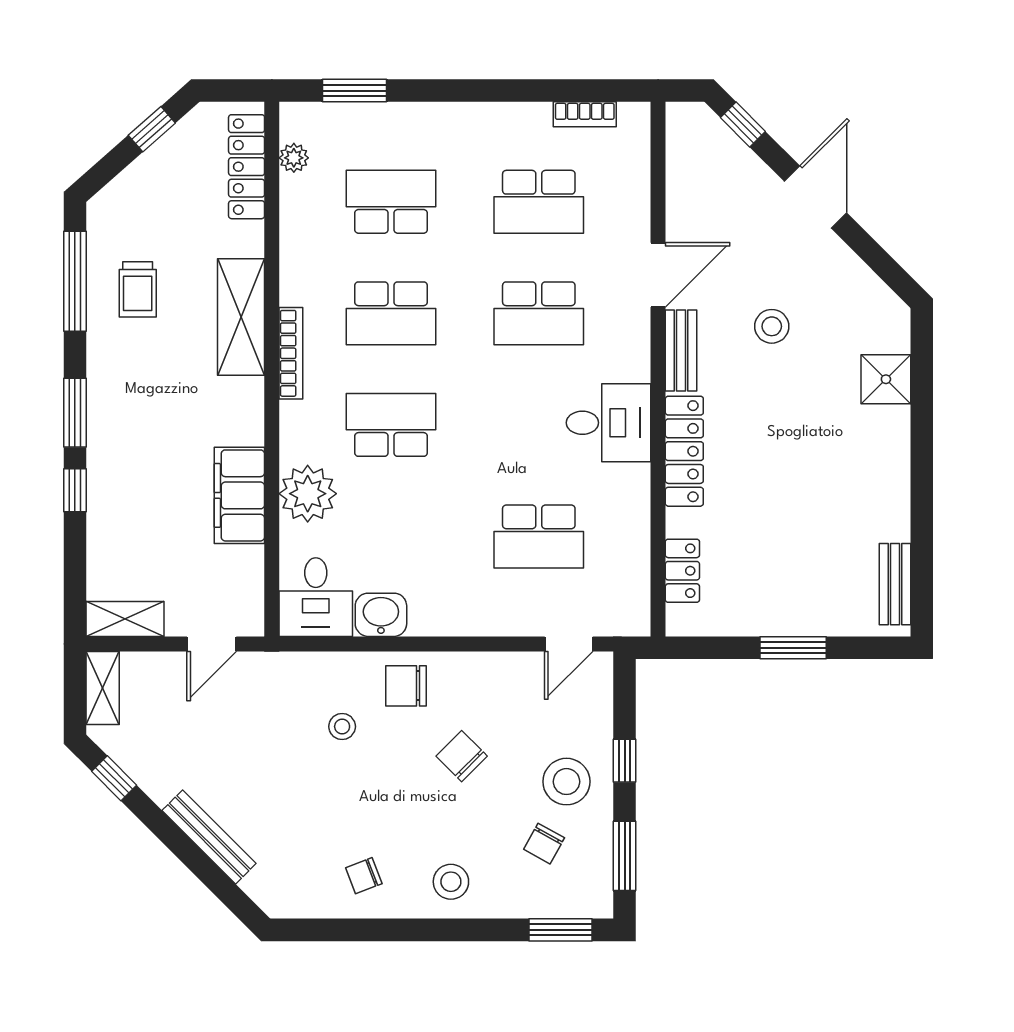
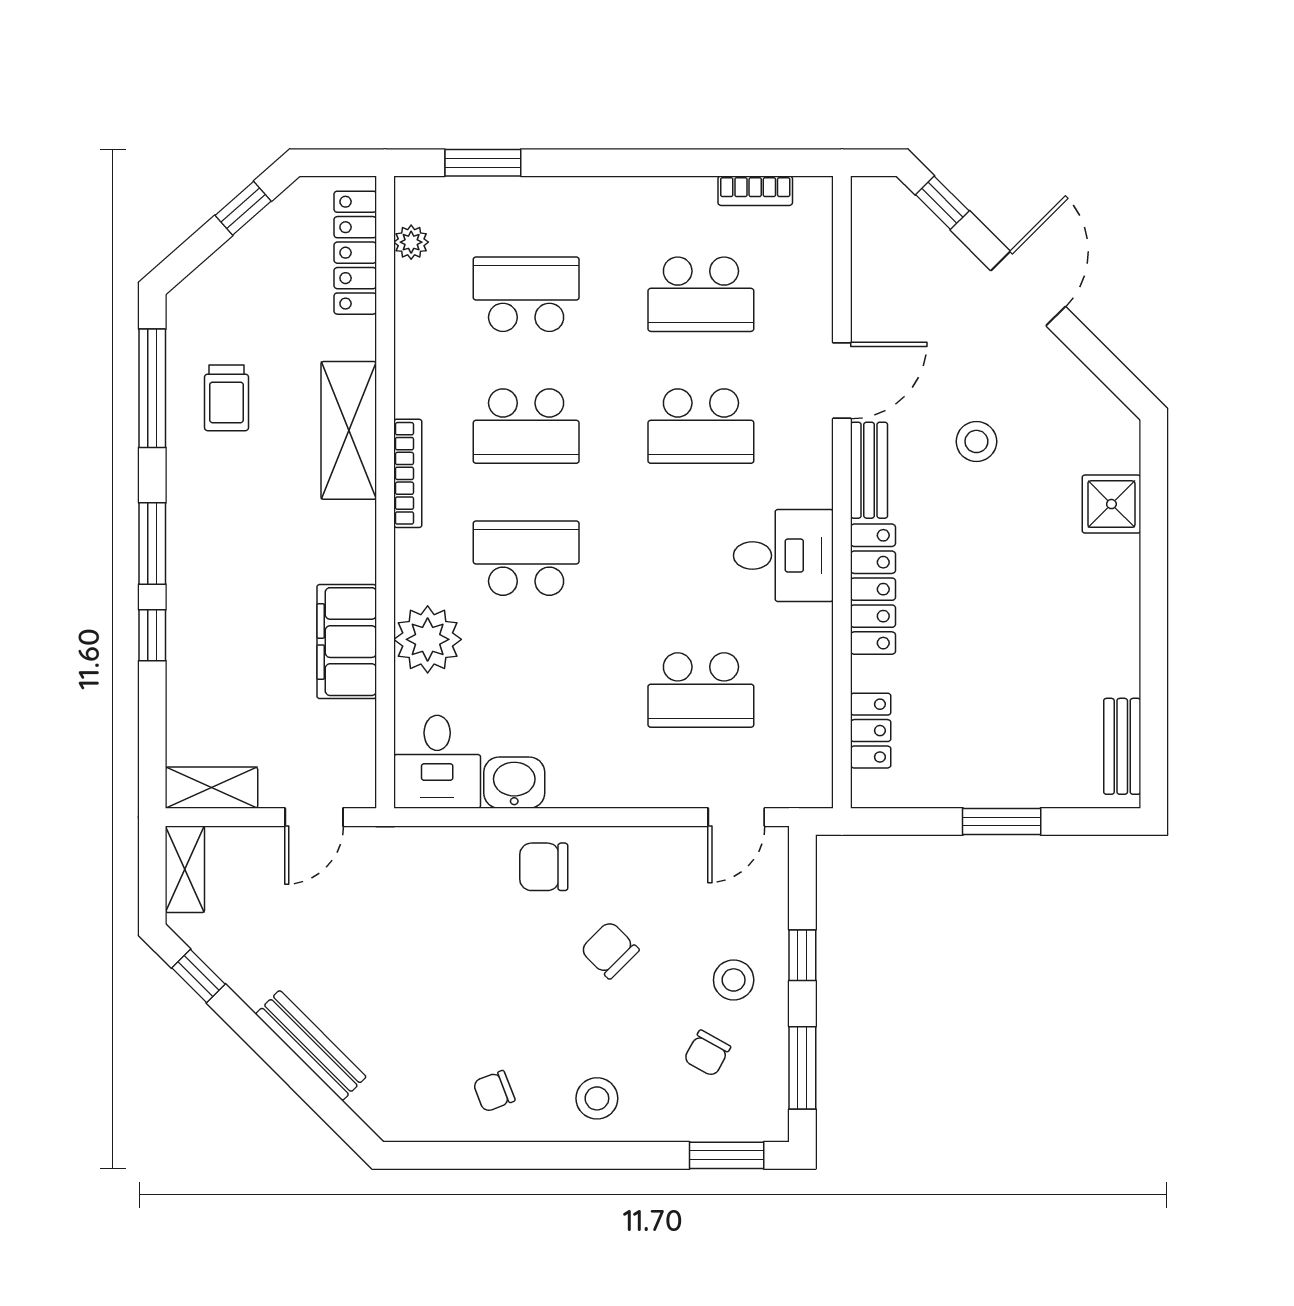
stool: (342, 727) -> (468, 915), removed
stool: (566, 782) -> (734, 980), width x0.73, depth x0.73

